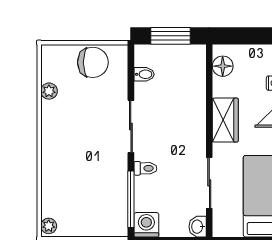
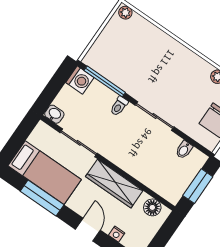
wardrobe: (225, 120) -> (114, 184), width x1.50

